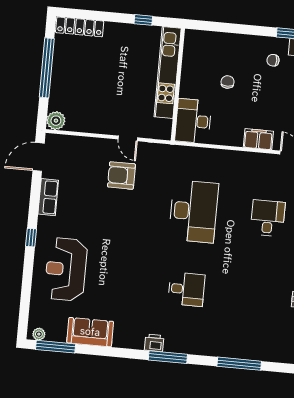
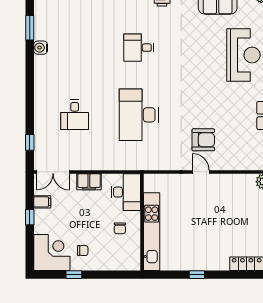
kitchen unit: (168, 73) -> (152, 232), moved
wall: (178, 85) -> (142, 222), moved
desk: (193, 121) -> (126, 192), moved

